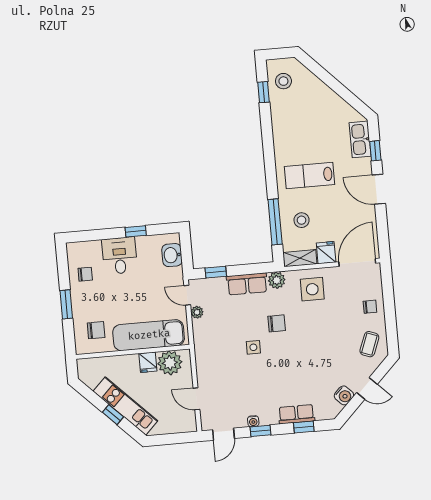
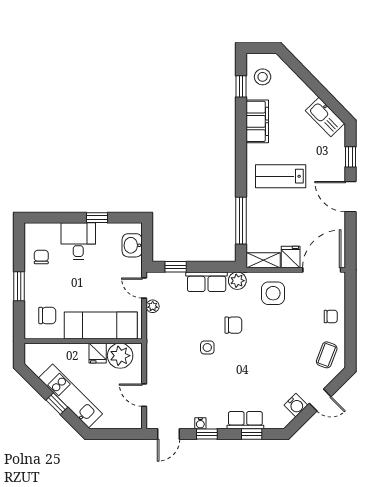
filing cabinet: (282, 125) -> (257, 121), added
kitchen sink: (360, 139) -> (325, 117), moved, turned -44
stool: (302, 220) -> (268, 221), removed
chair: (85, 274) -> (41, 257), turned -90

